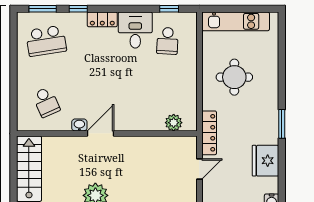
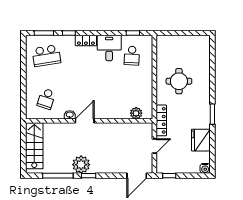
kitchen unit: (236, 21) -> (180, 42), removed
school desk: (46, 102) -> (46, 99), turned 42

